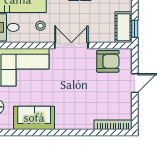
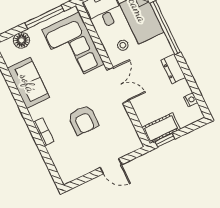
armchair: (108, 61) -> (83, 120), moved
bookcase: (113, 125) -> (44, 132), moved, width x0.64

